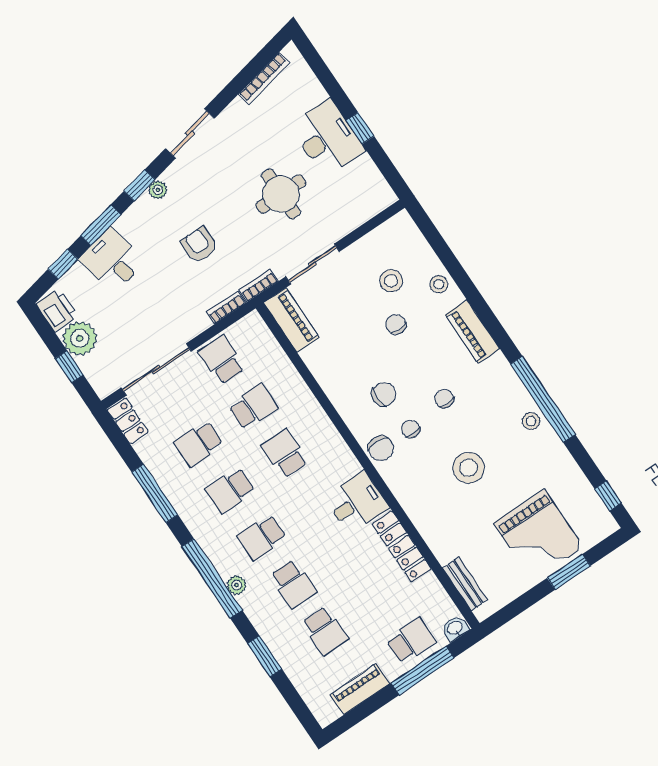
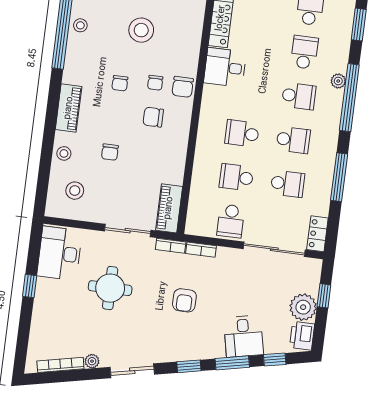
desk: (327, 138) -> (60, 253), moved
plant: (158, 190) -> (92, 361), moved
stool: (391, 281) -> (75, 191), moved
chair: (381, 448) -> (183, 87), turned 180
school desk: (285, 454) -> (242, 133), turned 90

